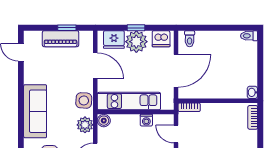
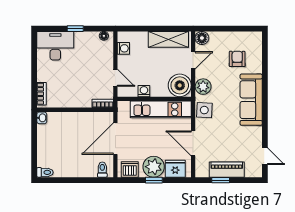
boiler: (104, 121) -> (180, 85), width x1.86, depth x1.86

